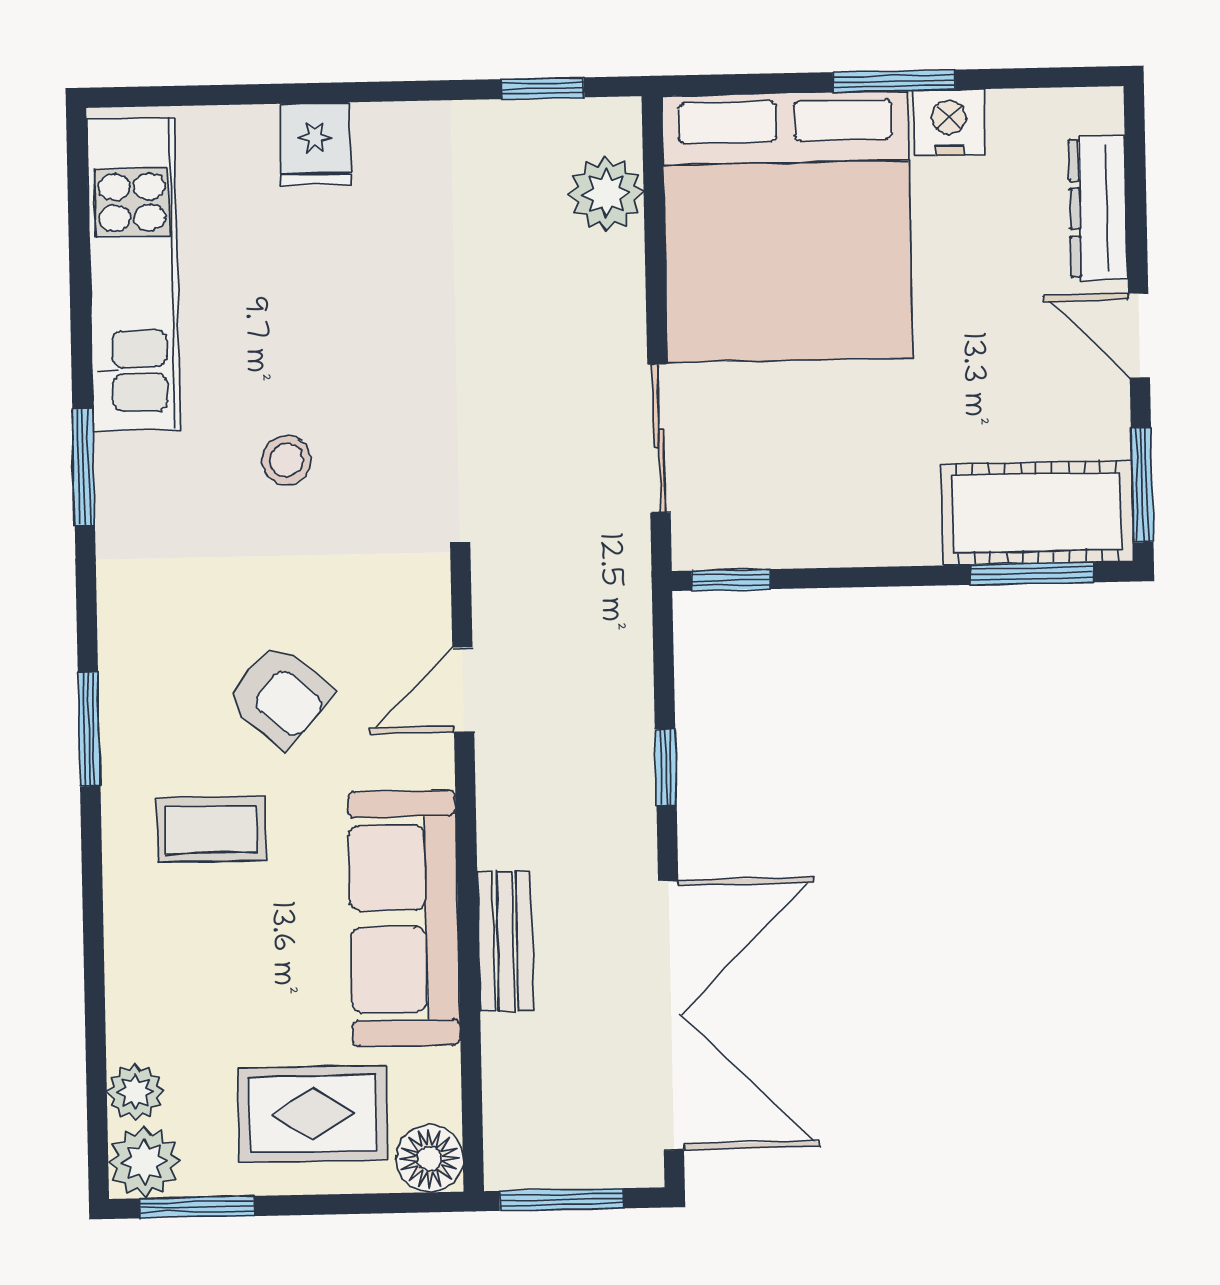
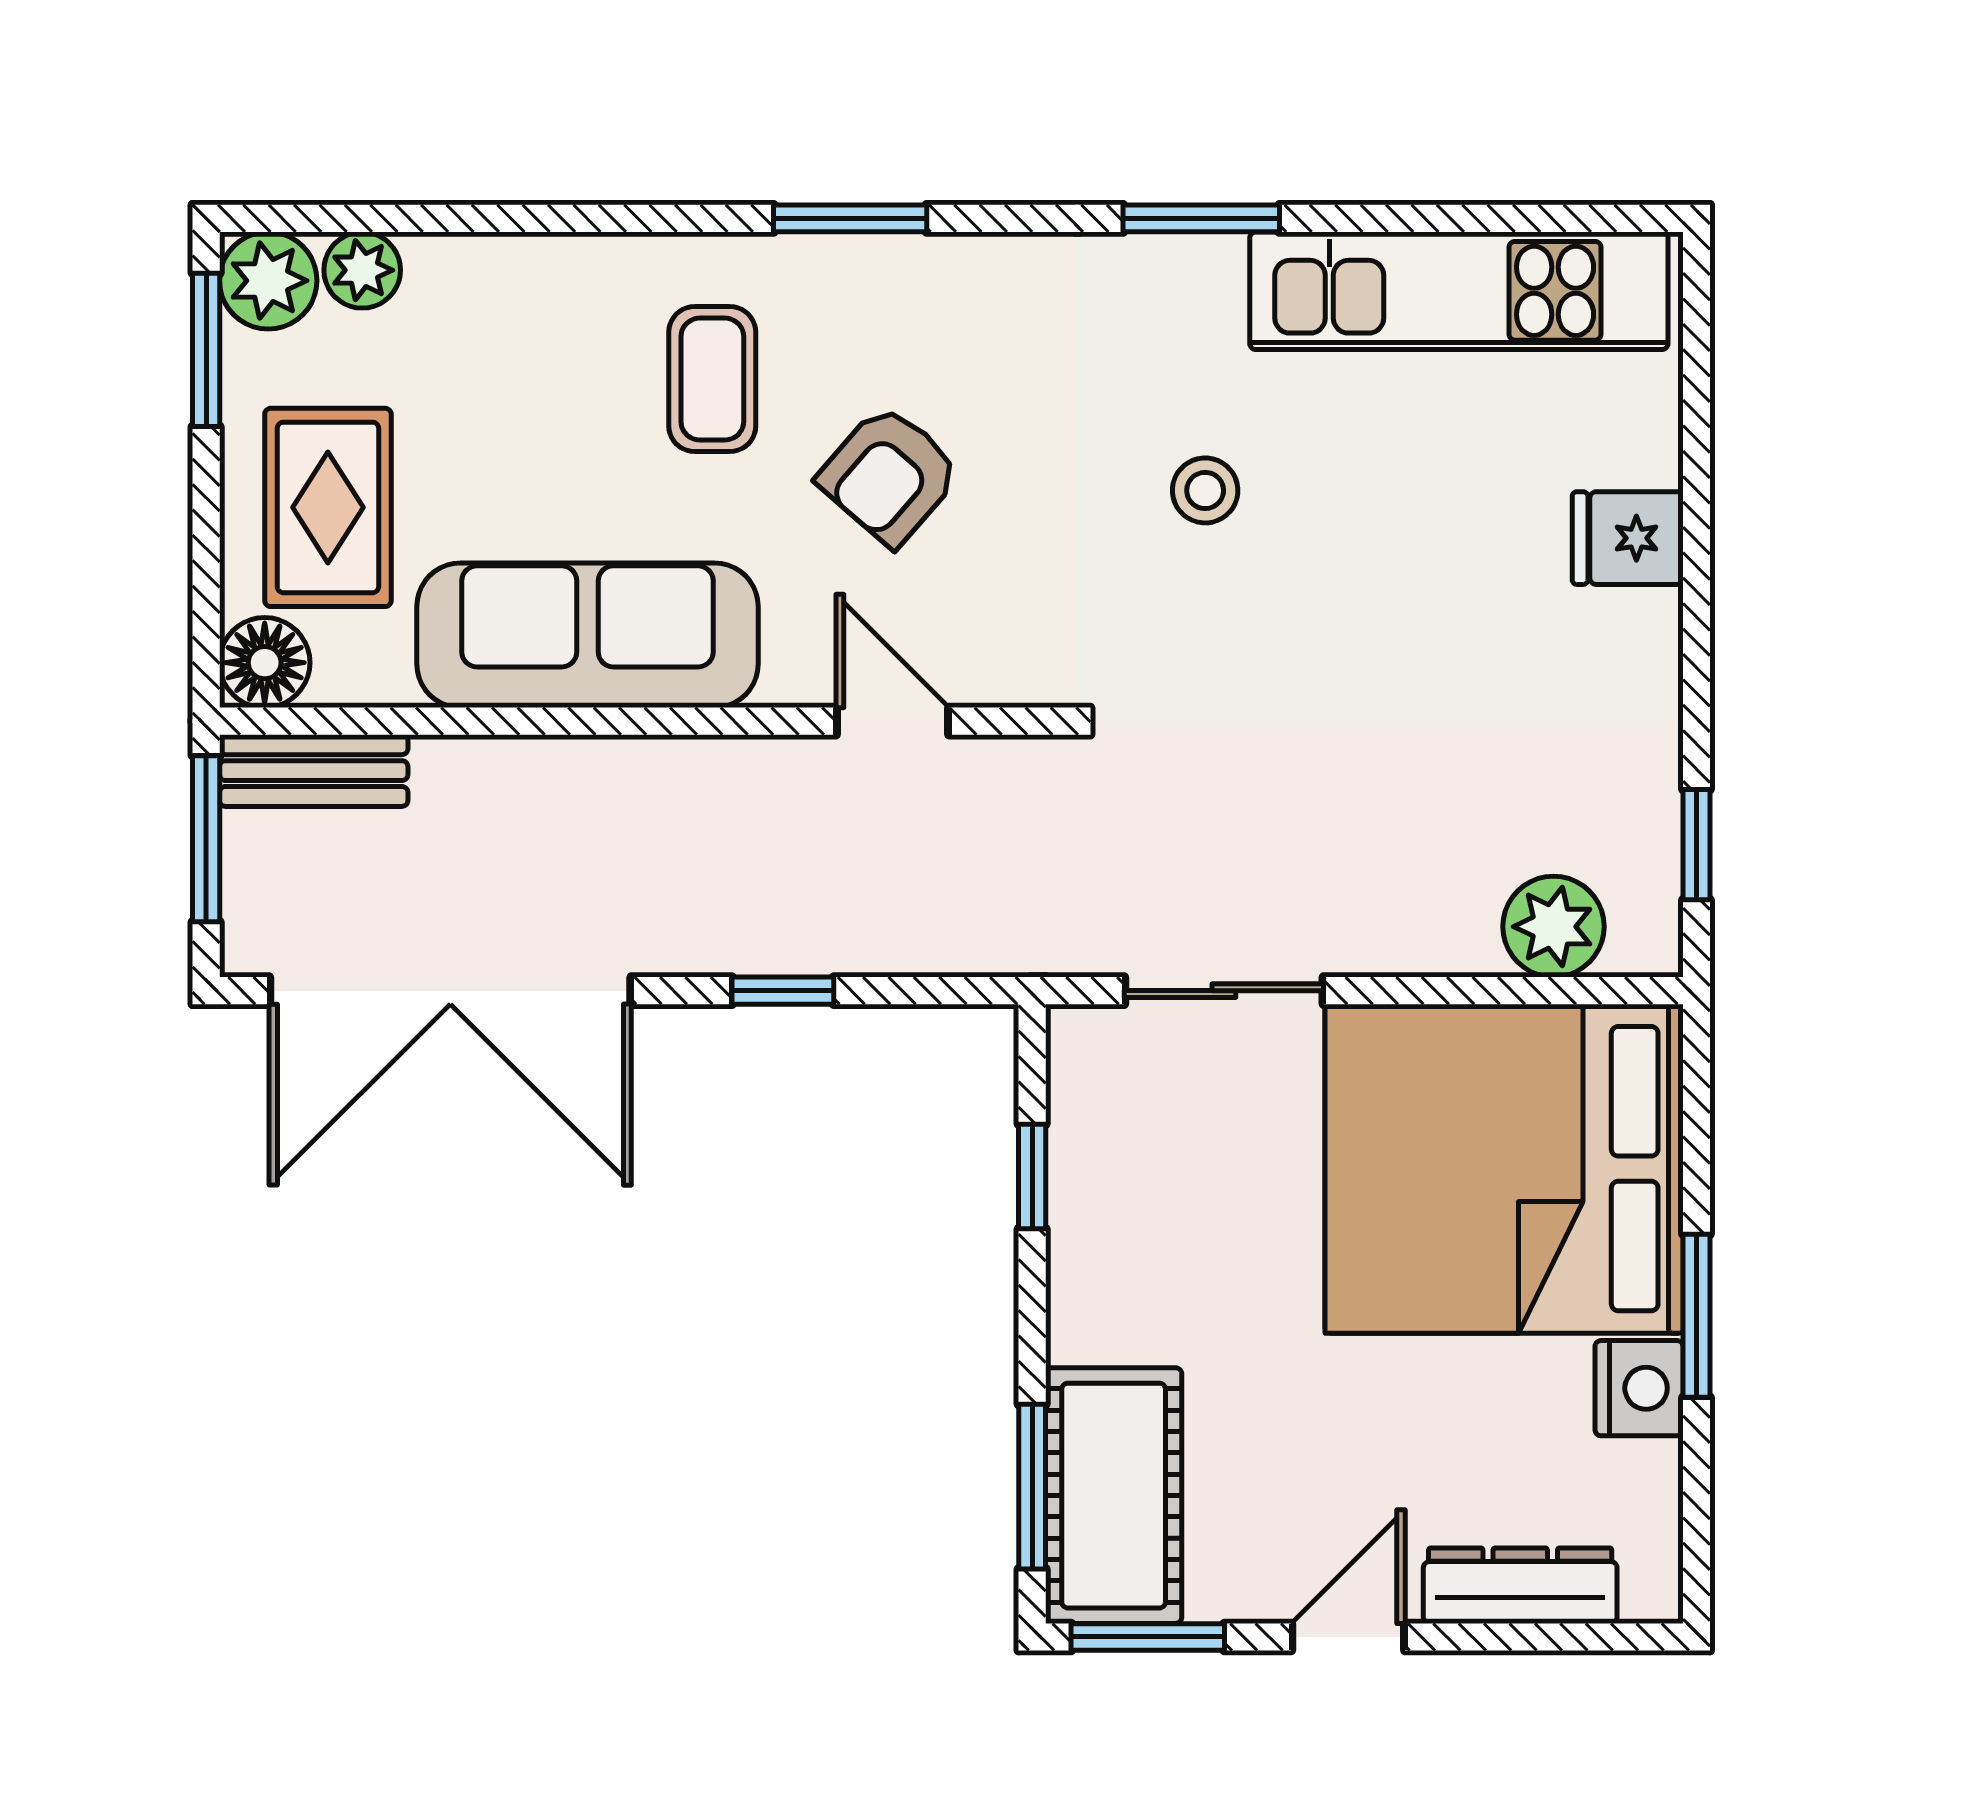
window: (730, 580) -> (1032, 1177), moved
bench: (505, 941) -> (314, 771), moved

